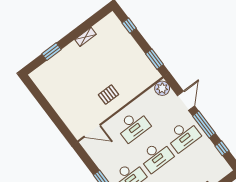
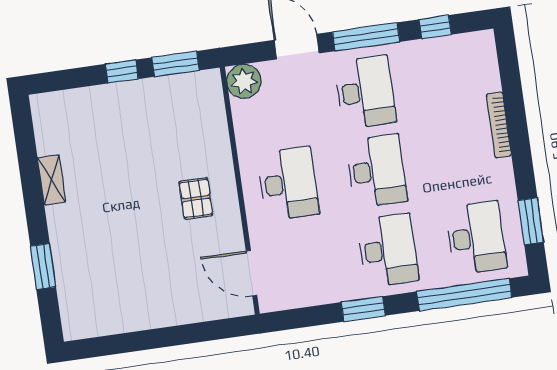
window: (129, 26) -> (122, 72), moved
door: (92, 131) -> (252, 273), swing flipped

